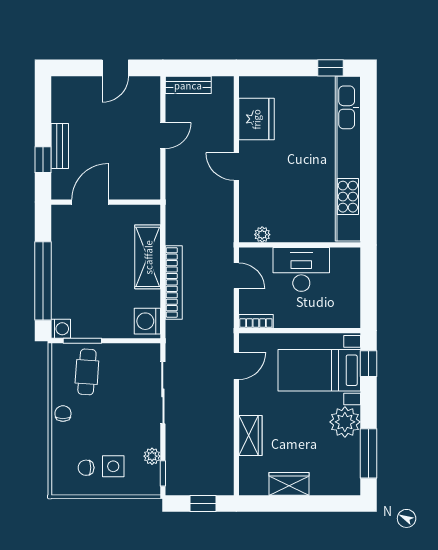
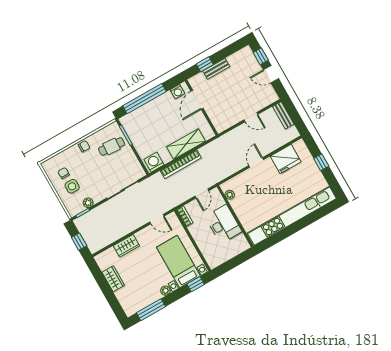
window: (79, 68) -> (261, 56), added
window: (330, 68) -> (321, 162), moved
door: (90, 202) -> (197, 100), swing flipped
washing machine: (61, 329) -> (177, 92), moved
plant: (345, 422) -> (166, 291), width x0.53, depth x0.53

